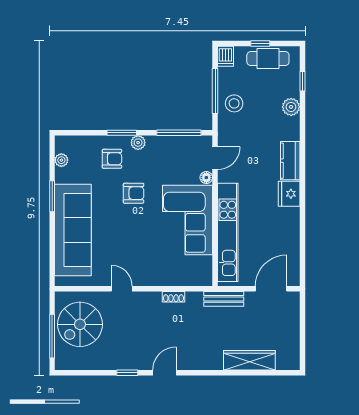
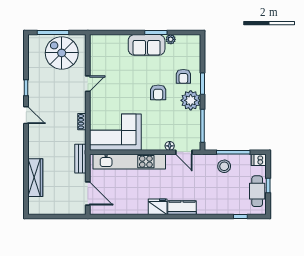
plant: (291, 107) -> (222, 208), removed
plant: (138, 143) -> (191, 100), width x1.88, depth x1.88
plant: (61, 160) -> (171, 39), moved
corner sofa: (188, 220) -> (115, 132), moved
sofa: (73, 230) -> (147, 45), width x0.54, depth x0.79

